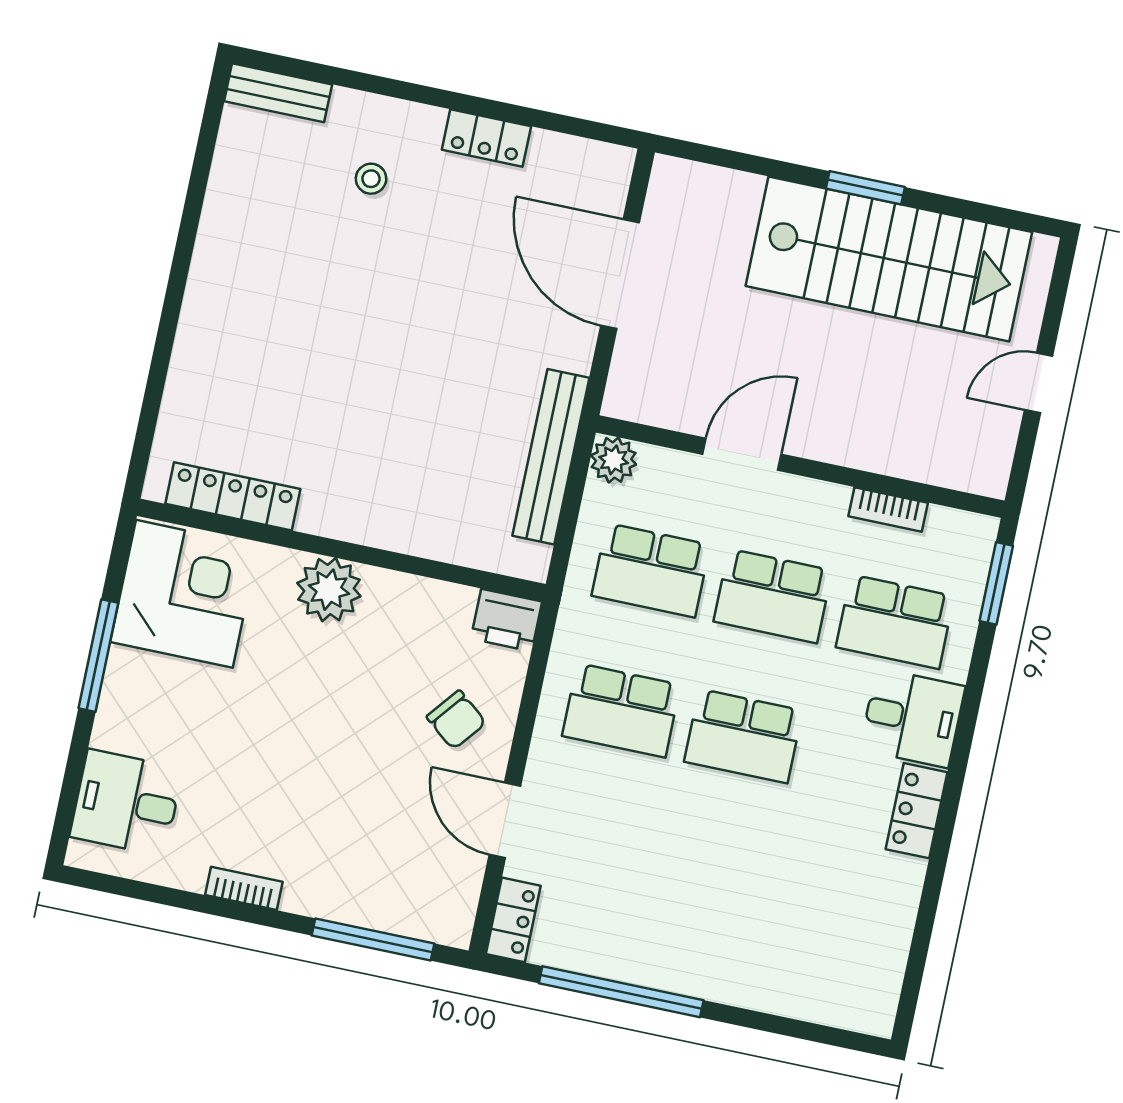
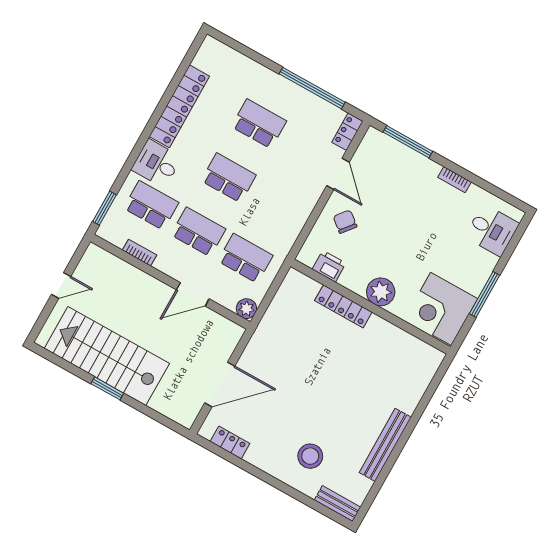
locker: (486, 138) -> (230, 443), moved
stool: (371, 179) -> (310, 456), width x1.89, depth x1.89
door: (620, 274) -> (220, 384), hinge flipped
bench: (551, 457) -> (385, 445), moved
locker: (233, 496) -> (343, 306), moved
printer: (506, 620) -> (329, 266), moved
school desk: (621, 710) -> (259, 124), moved
locker: (917, 811) -> (179, 106), width x2.16, depth x1.21

